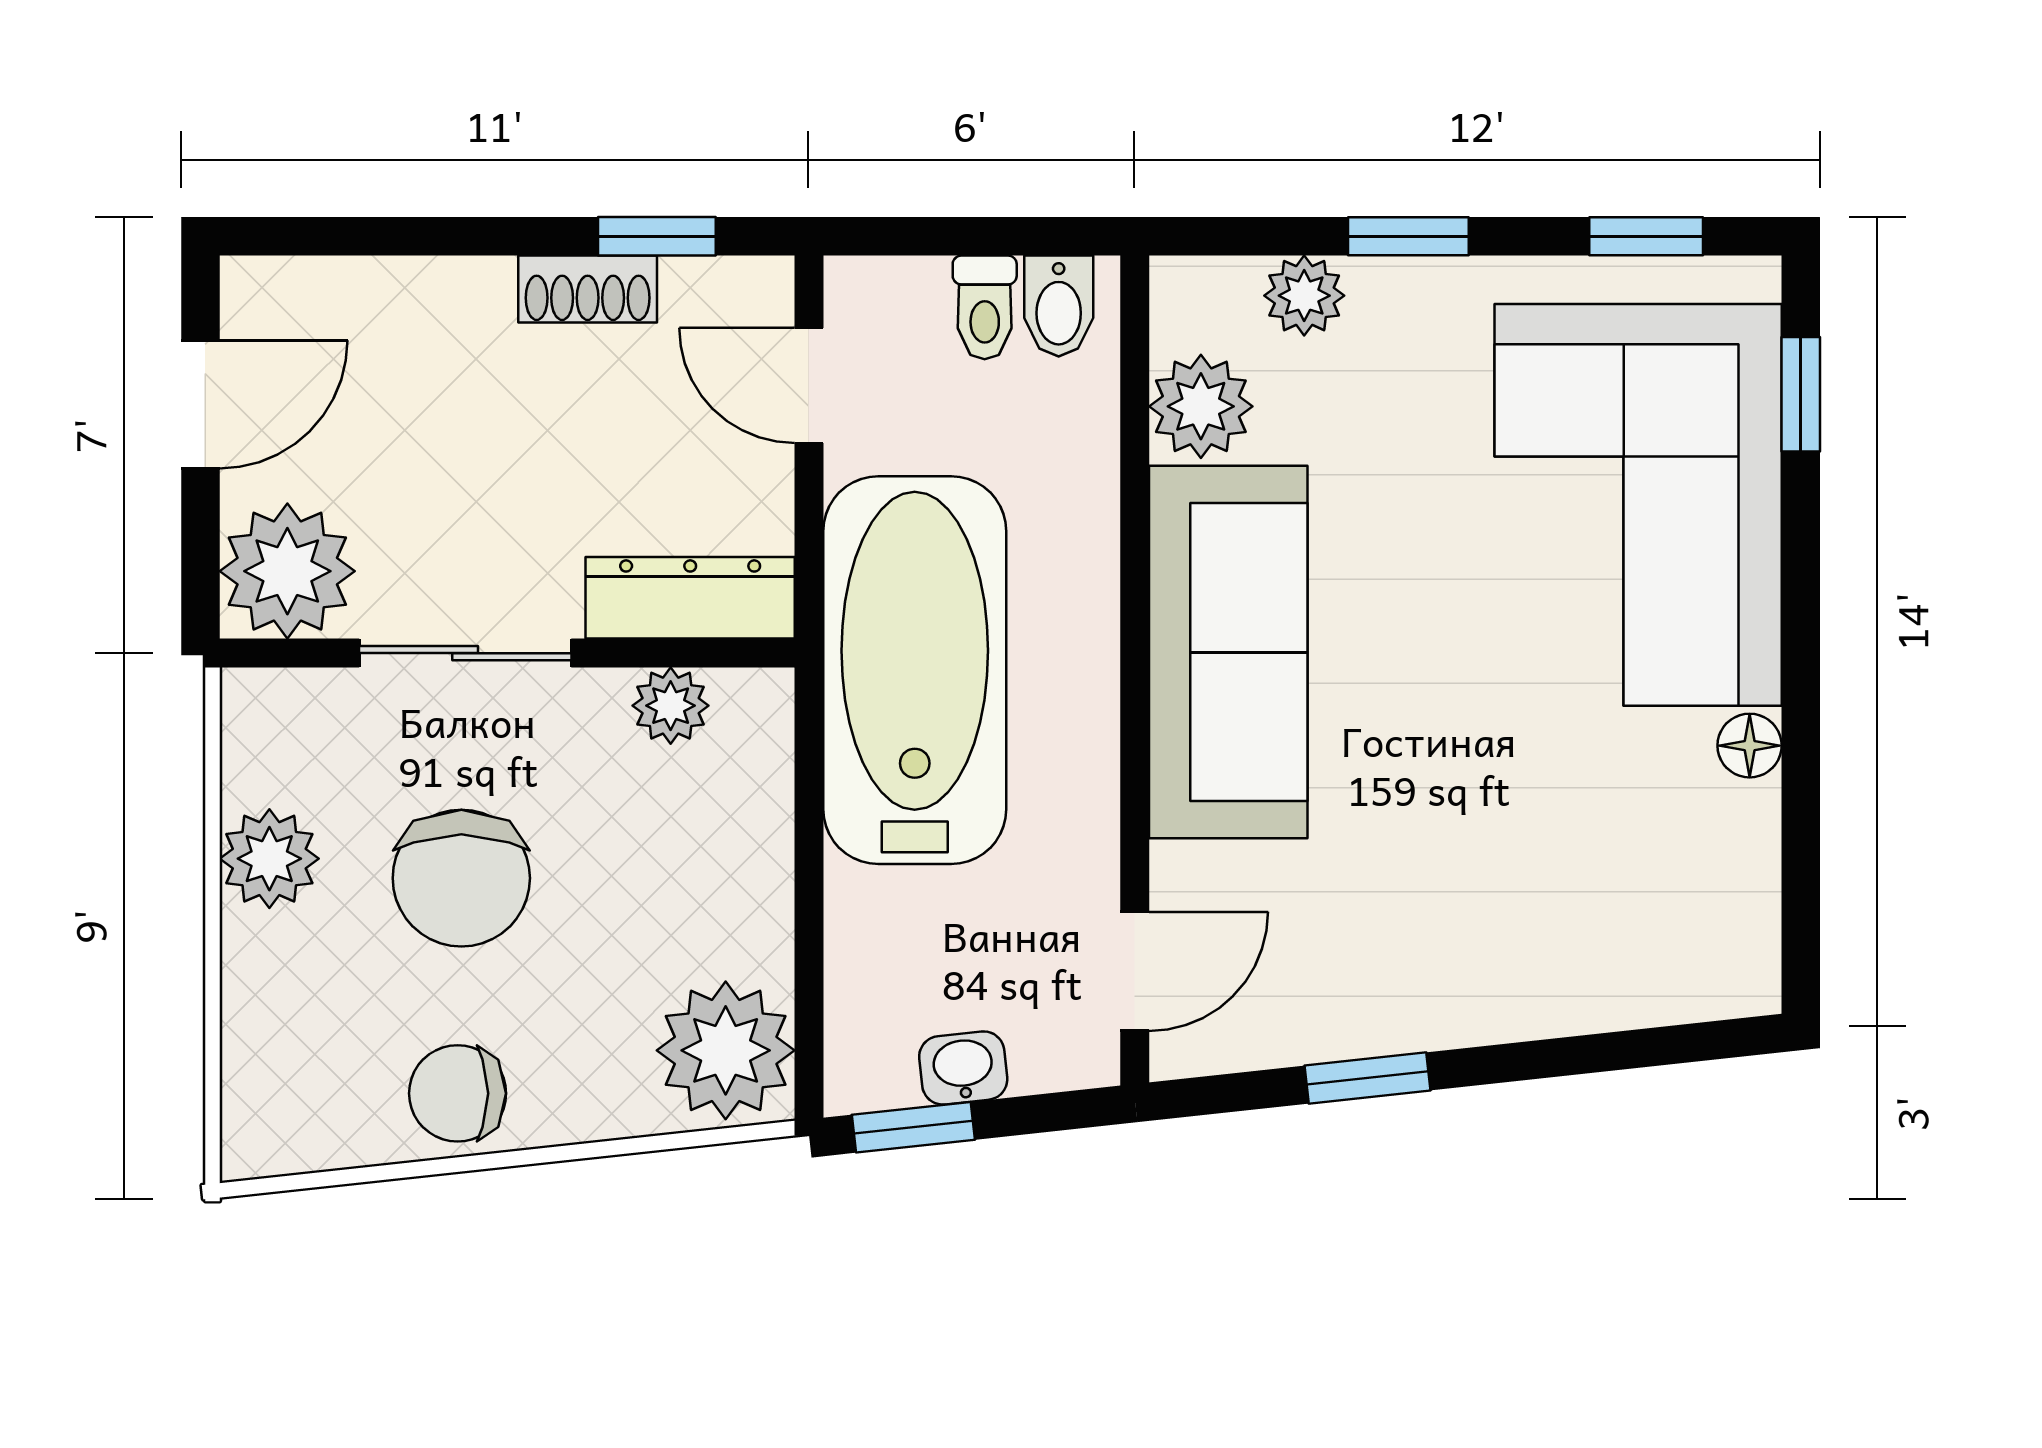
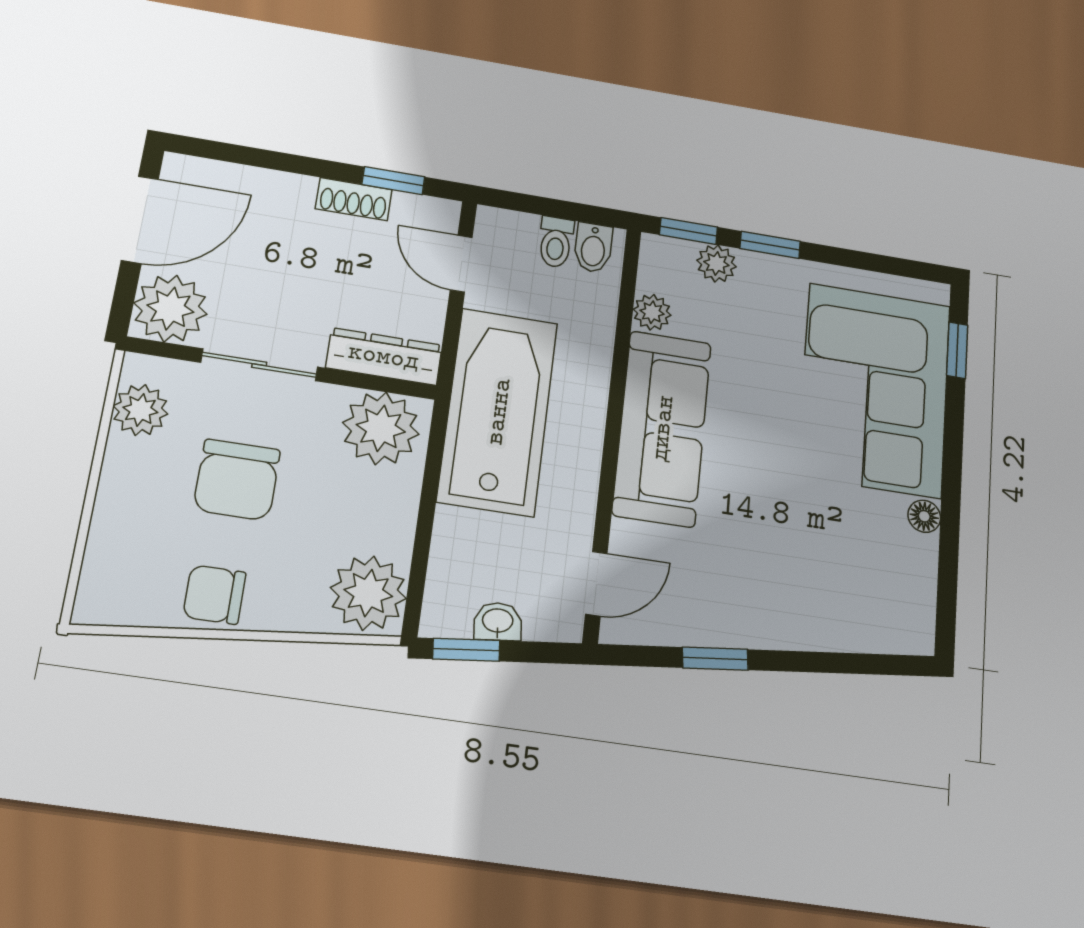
window: (1646, 236) -> (688, 231), moved
door: (201, 404) -> (140, 220), width x1.38
plant: (1201, 406) -> (652, 312), width x0.73, depth x0.73
plant: (671, 706) -> (381, 428), width x1.88, depth x1.88
plant: (269, 859) -> (140, 410), moved

